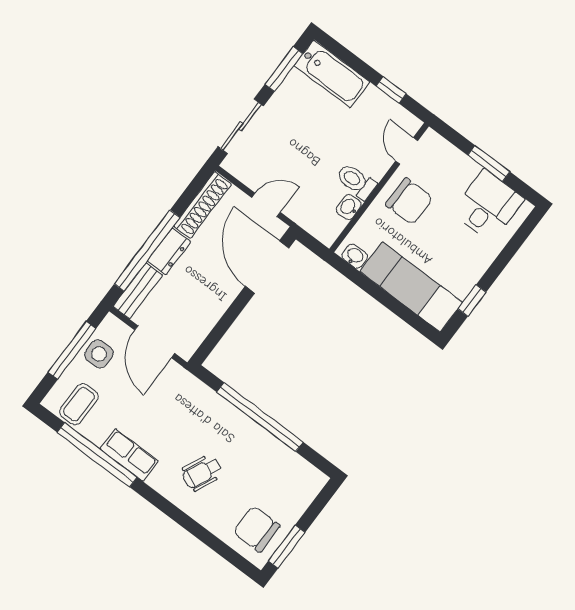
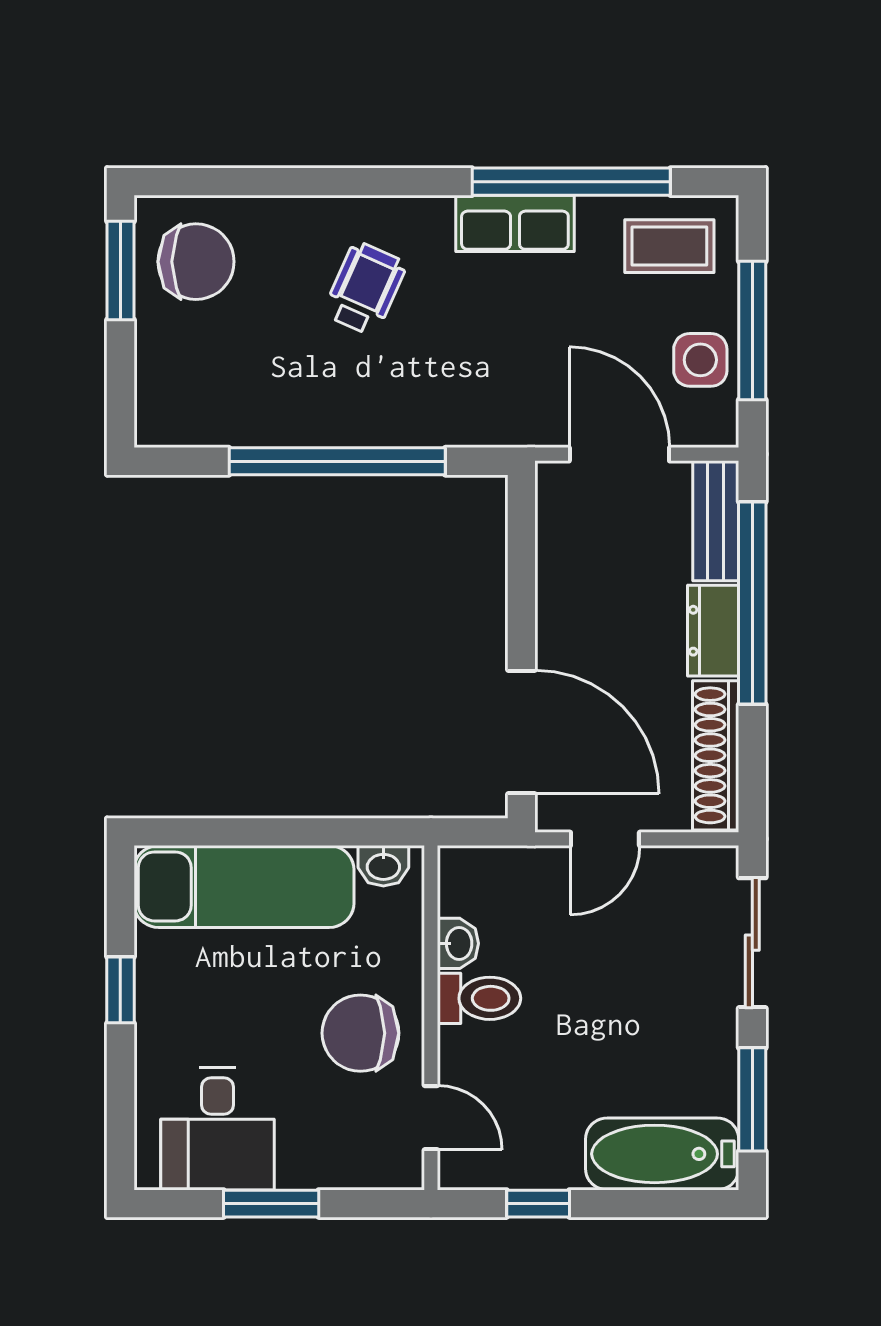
window: (472, 301) -> (120, 990), moved
coffee table: (79, 404) -> (669, 246), turned 90

